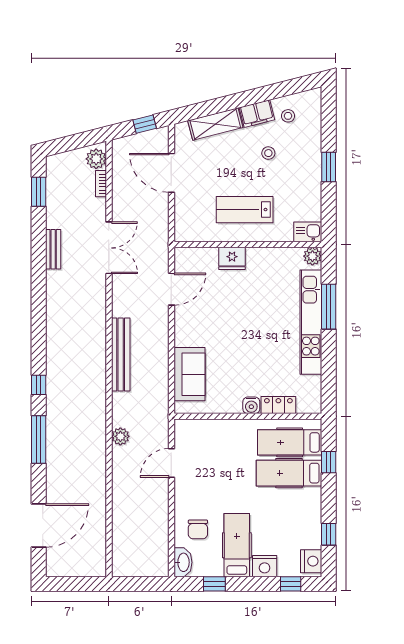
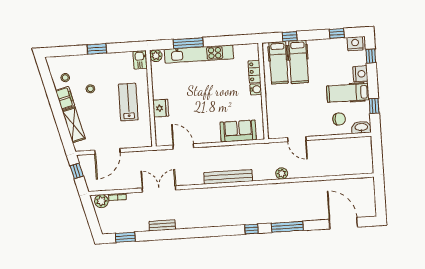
lab bench: (245, 210) -> (128, 102), turned 180

